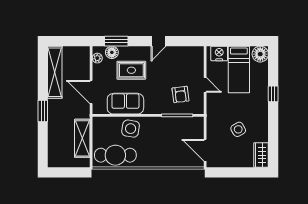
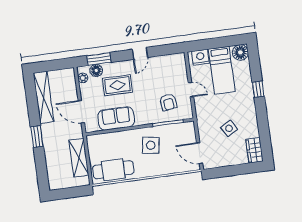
side table: (131, 129) -> (151, 145), moved

